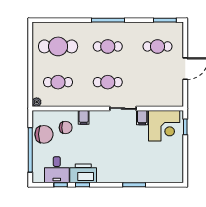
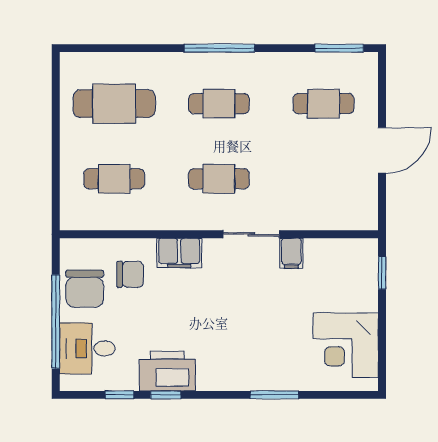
plant: (37, 102) -> (69, 221), removed
filing cabinet: (84, 117) -> (179, 253), width x2.00
corner desk: (164, 126) -> (346, 345), moved, turned 90
chair: (44, 134) -> (85, 289), turned 90
desk: (57, 170) -> (87, 348), moved, turned 90

